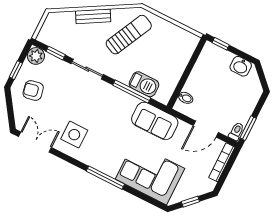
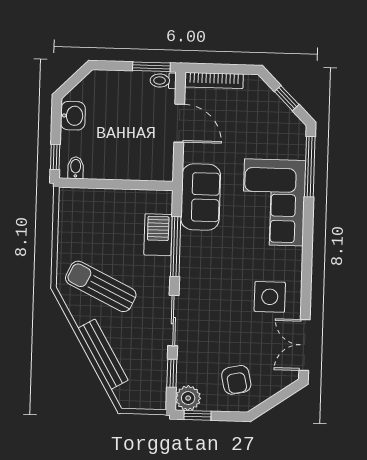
bench: (93, 16) -> (103, 354), width x1.36
window: (16, 70) -> (197, 415), moved
bidet: (186, 98) -> (76, 168), moved
corner sofa: (150, 174) -> (274, 202), moved
window: (105, 178) -> (310, 167), moved

